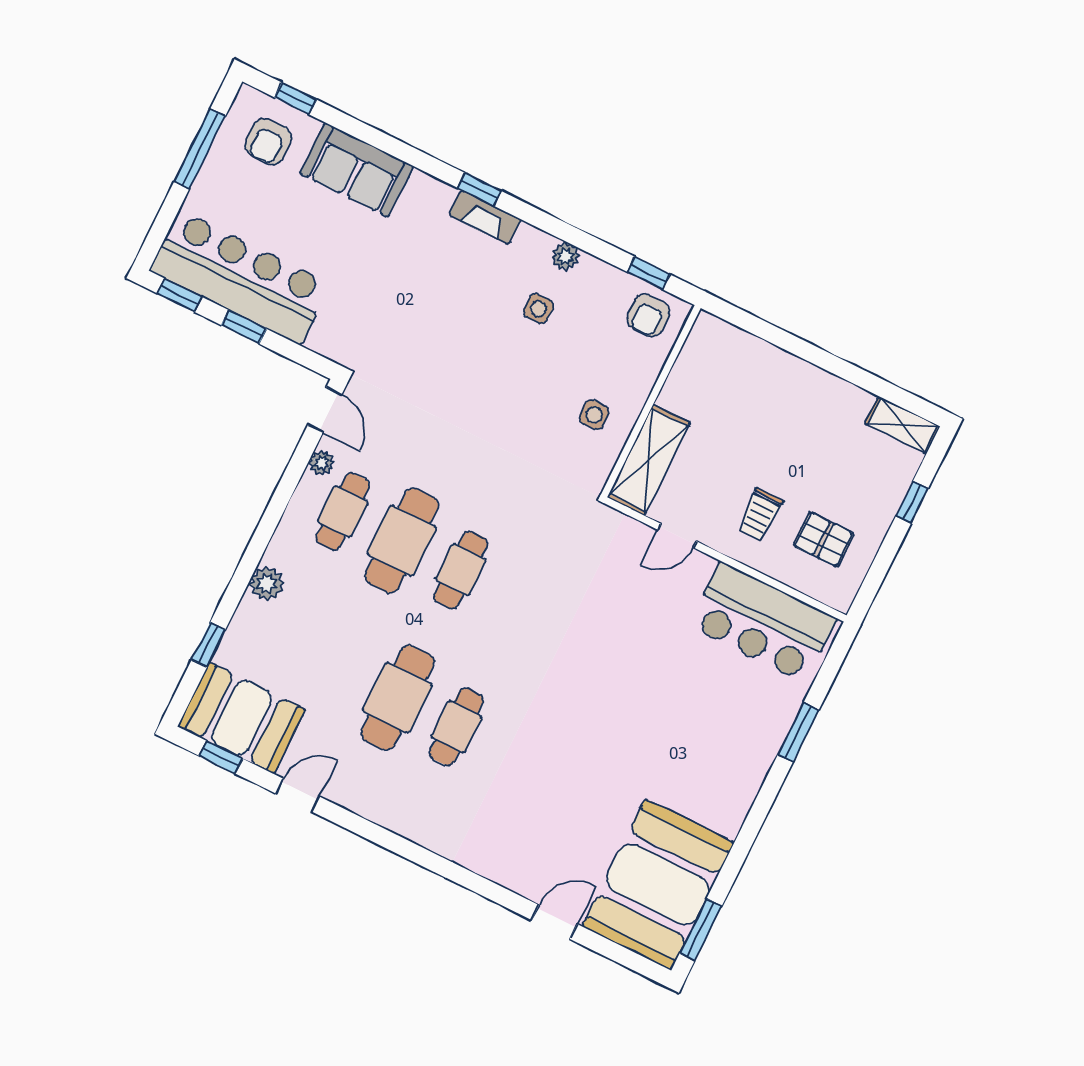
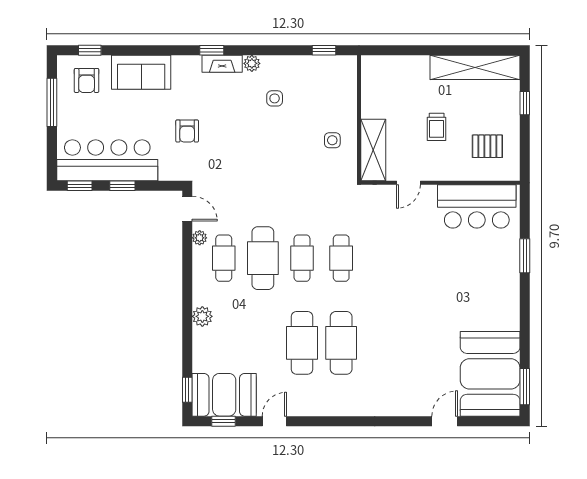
plant: (565, 256) -> (252, 63), moved
armchair: (648, 315) -> (187, 131), moved
shelving: (903, 425) -> (475, 67), width x2.20, depth x1.33
trolley: (760, 515) -> (437, 127), moved
cafe table: (520, 599) -> (341, 258), added
window: (209, 645) -> (187, 390), moved
cafe table: (457, 727) -> (341, 343), width x1.37, depth x1.35

